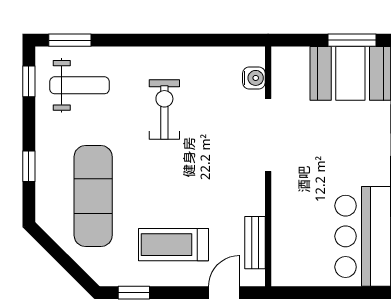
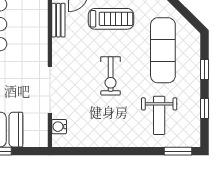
window: (29, 81) -> (205, 108), moved
weight bench: (80, 85) -> (159, 115), moved, turned -90
exercise bike: (164, 110) -> (111, 76), moved

